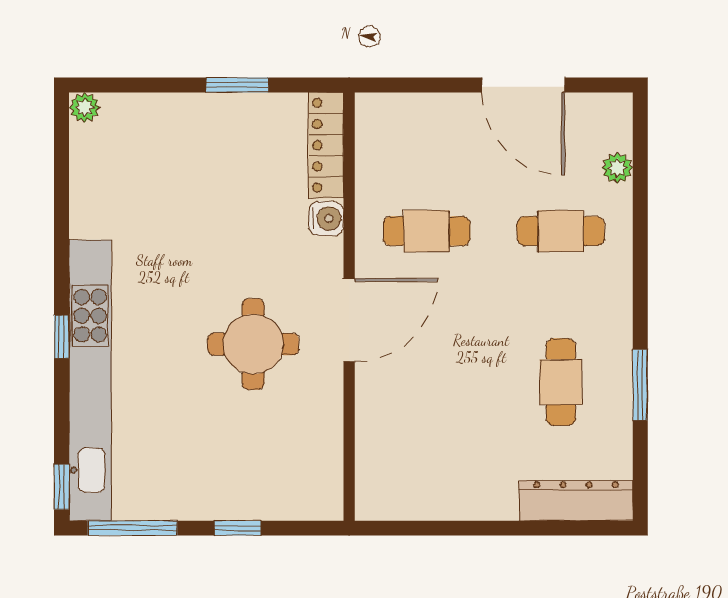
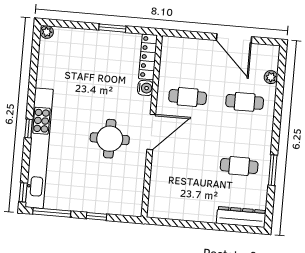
cafe table: (561, 382) -> (239, 166), turned 90

